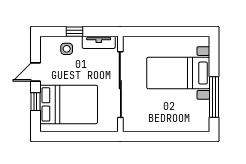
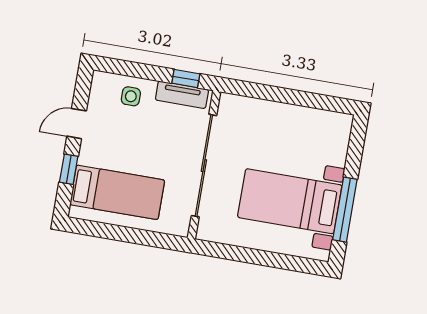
window: (74, 32) -> (186, 79), moved
bed with nightstands: (178, 73) -> (290, 201), moved
bed: (69, 104) -> (117, 192), width x0.67

